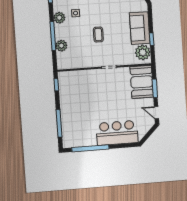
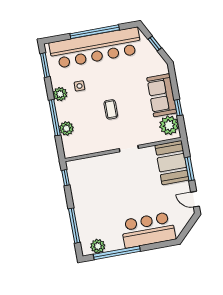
plant: (76, 142) -> (98, 246), added

